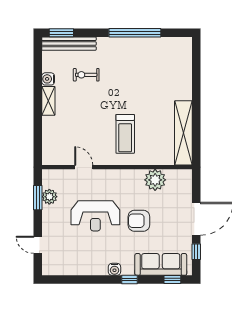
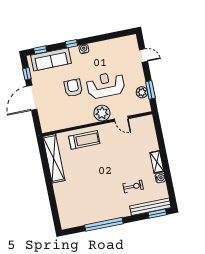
treadmill: (125, 134) -> (84, 140), moved, turned 90
plant: (155, 180) -> (102, 113), moved
armchair: (139, 221) -> (73, 88), turned -90

